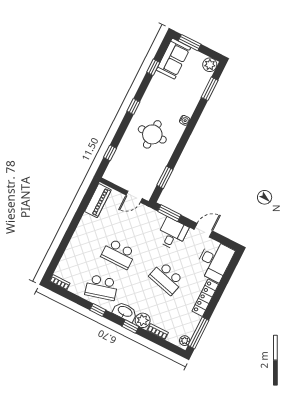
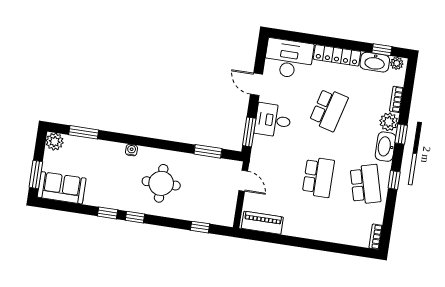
window: (153, 67) -> (108, 213), moved
washbasin: (191, 324) -> (375, 62), added
window: (198, 333) -> (382, 50), width x0.46

